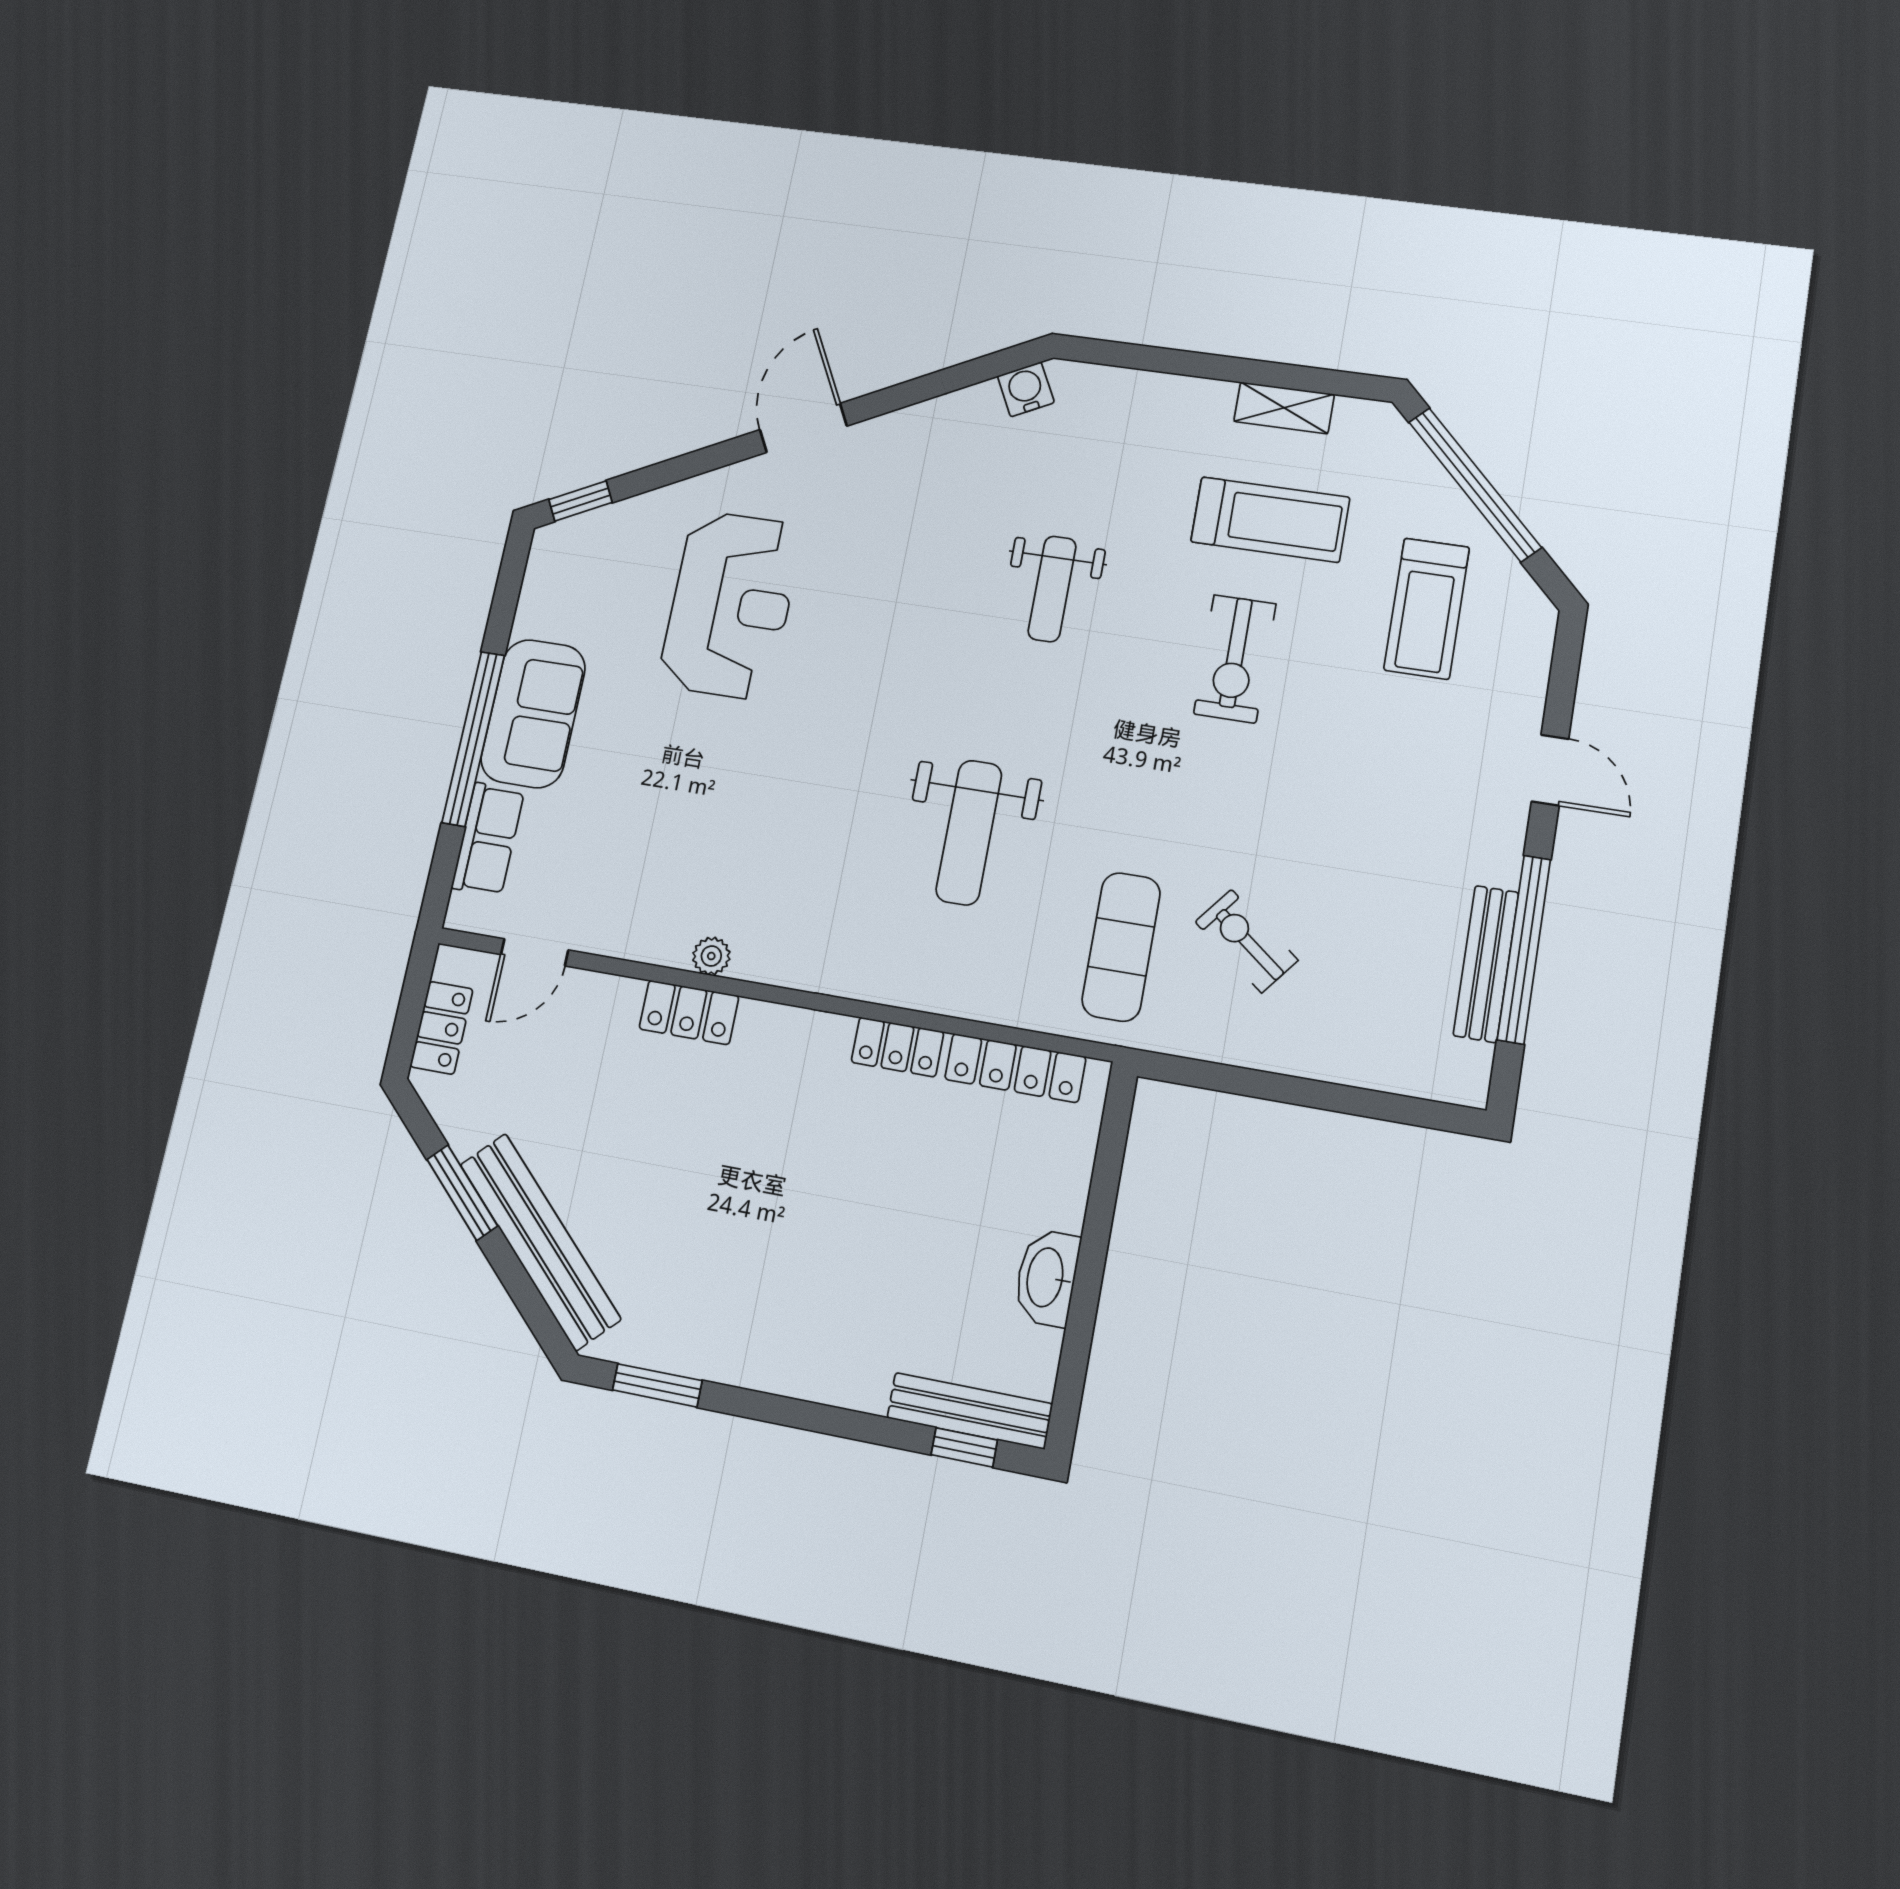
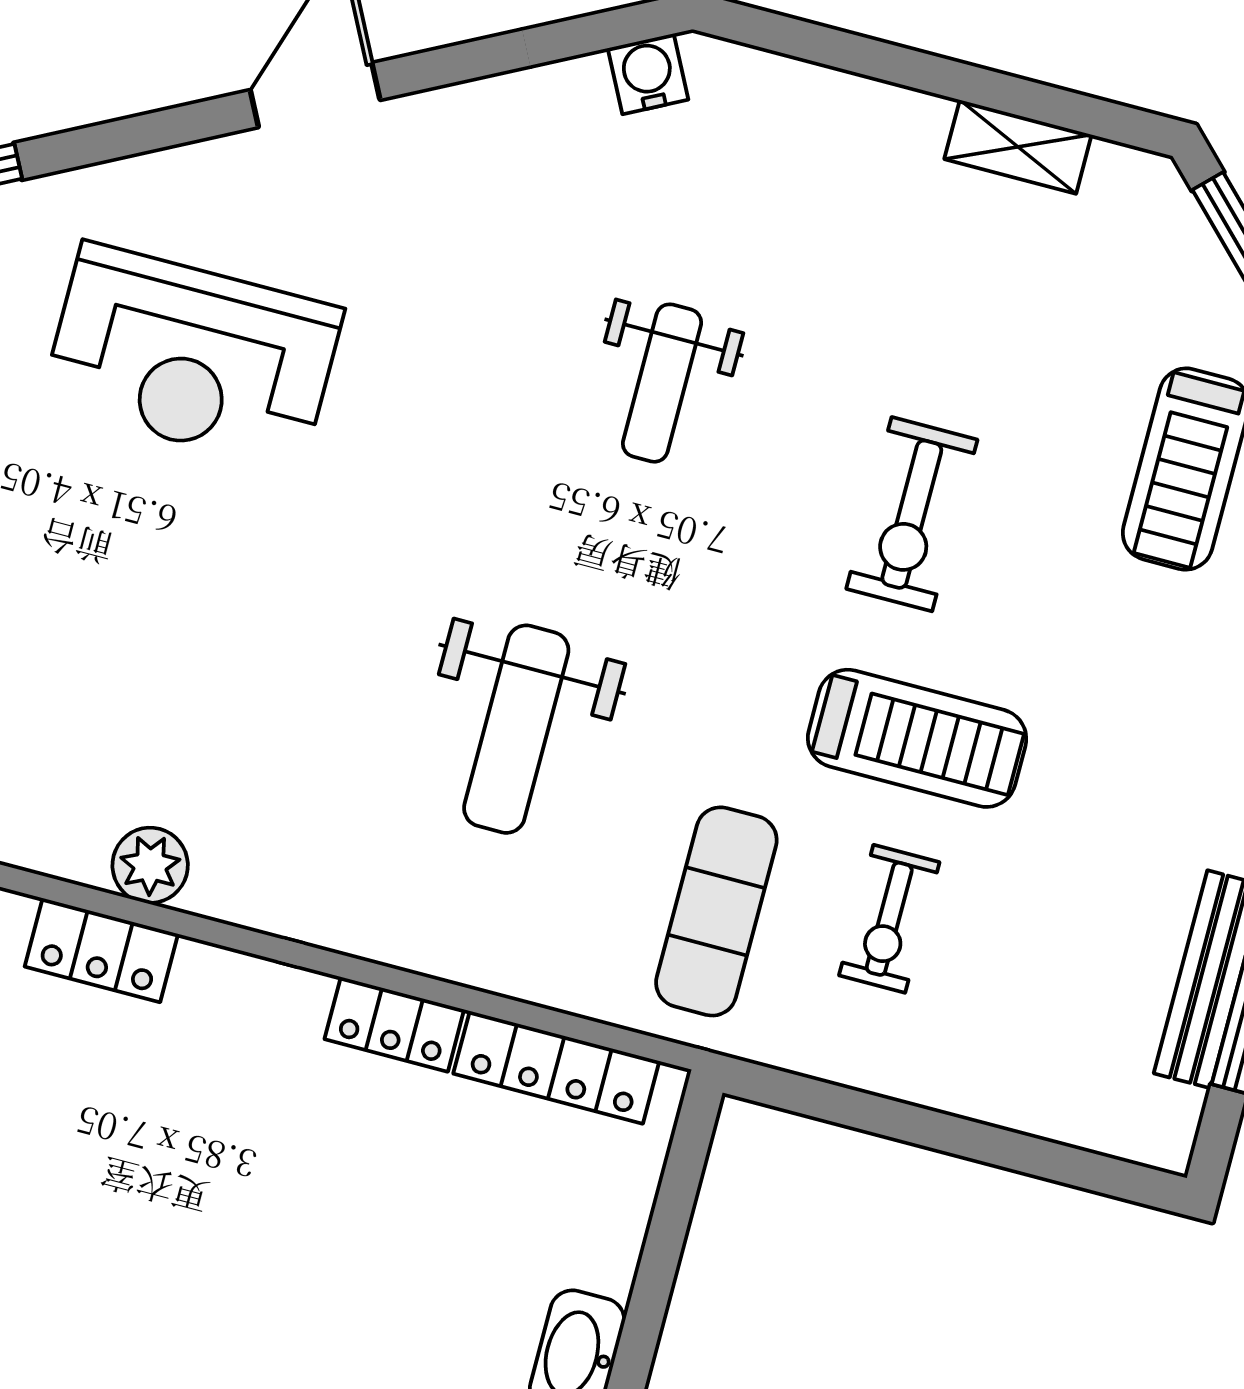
treadmill: (1270, 520) -> (917, 738), moved
reception desk: (731, 605) -> (192, 357), turned 90
exercise bike: (1246, 941) -> (889, 919), turned -128
plant: (711, 956) -> (150, 865), width x1.38, depth x1.38

